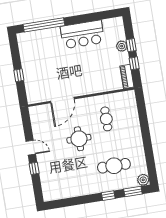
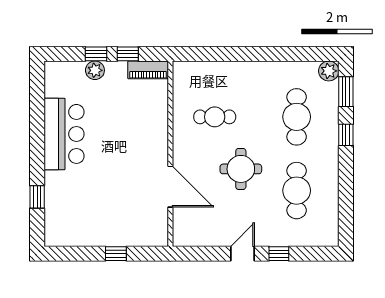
window: (44, 25) -> (37, 197), width x0.32
cafe table: (72, 173) -> (297, 191), added

